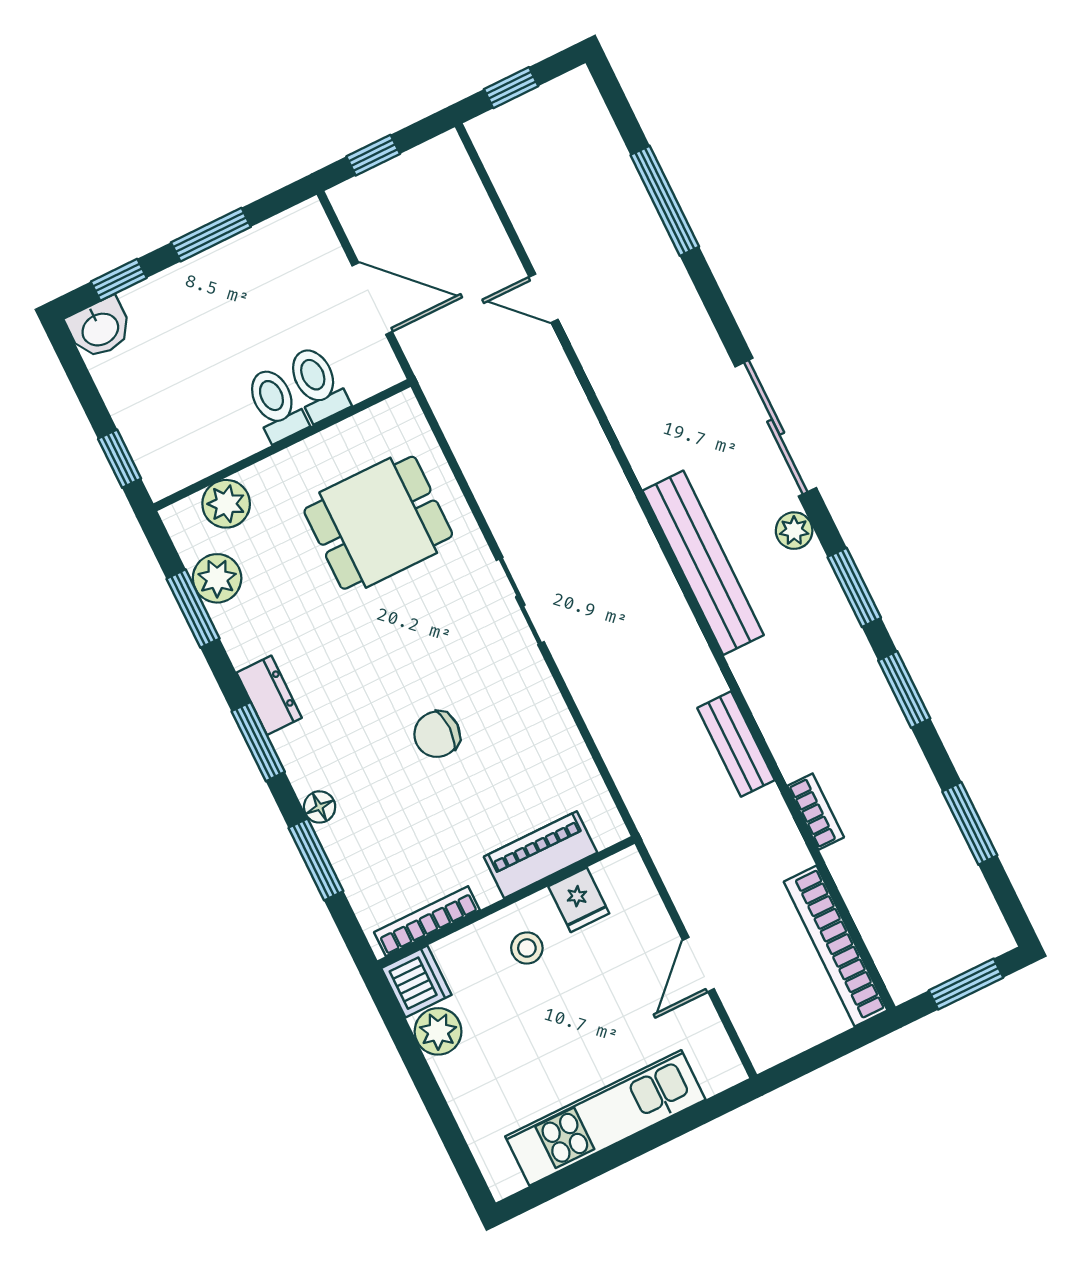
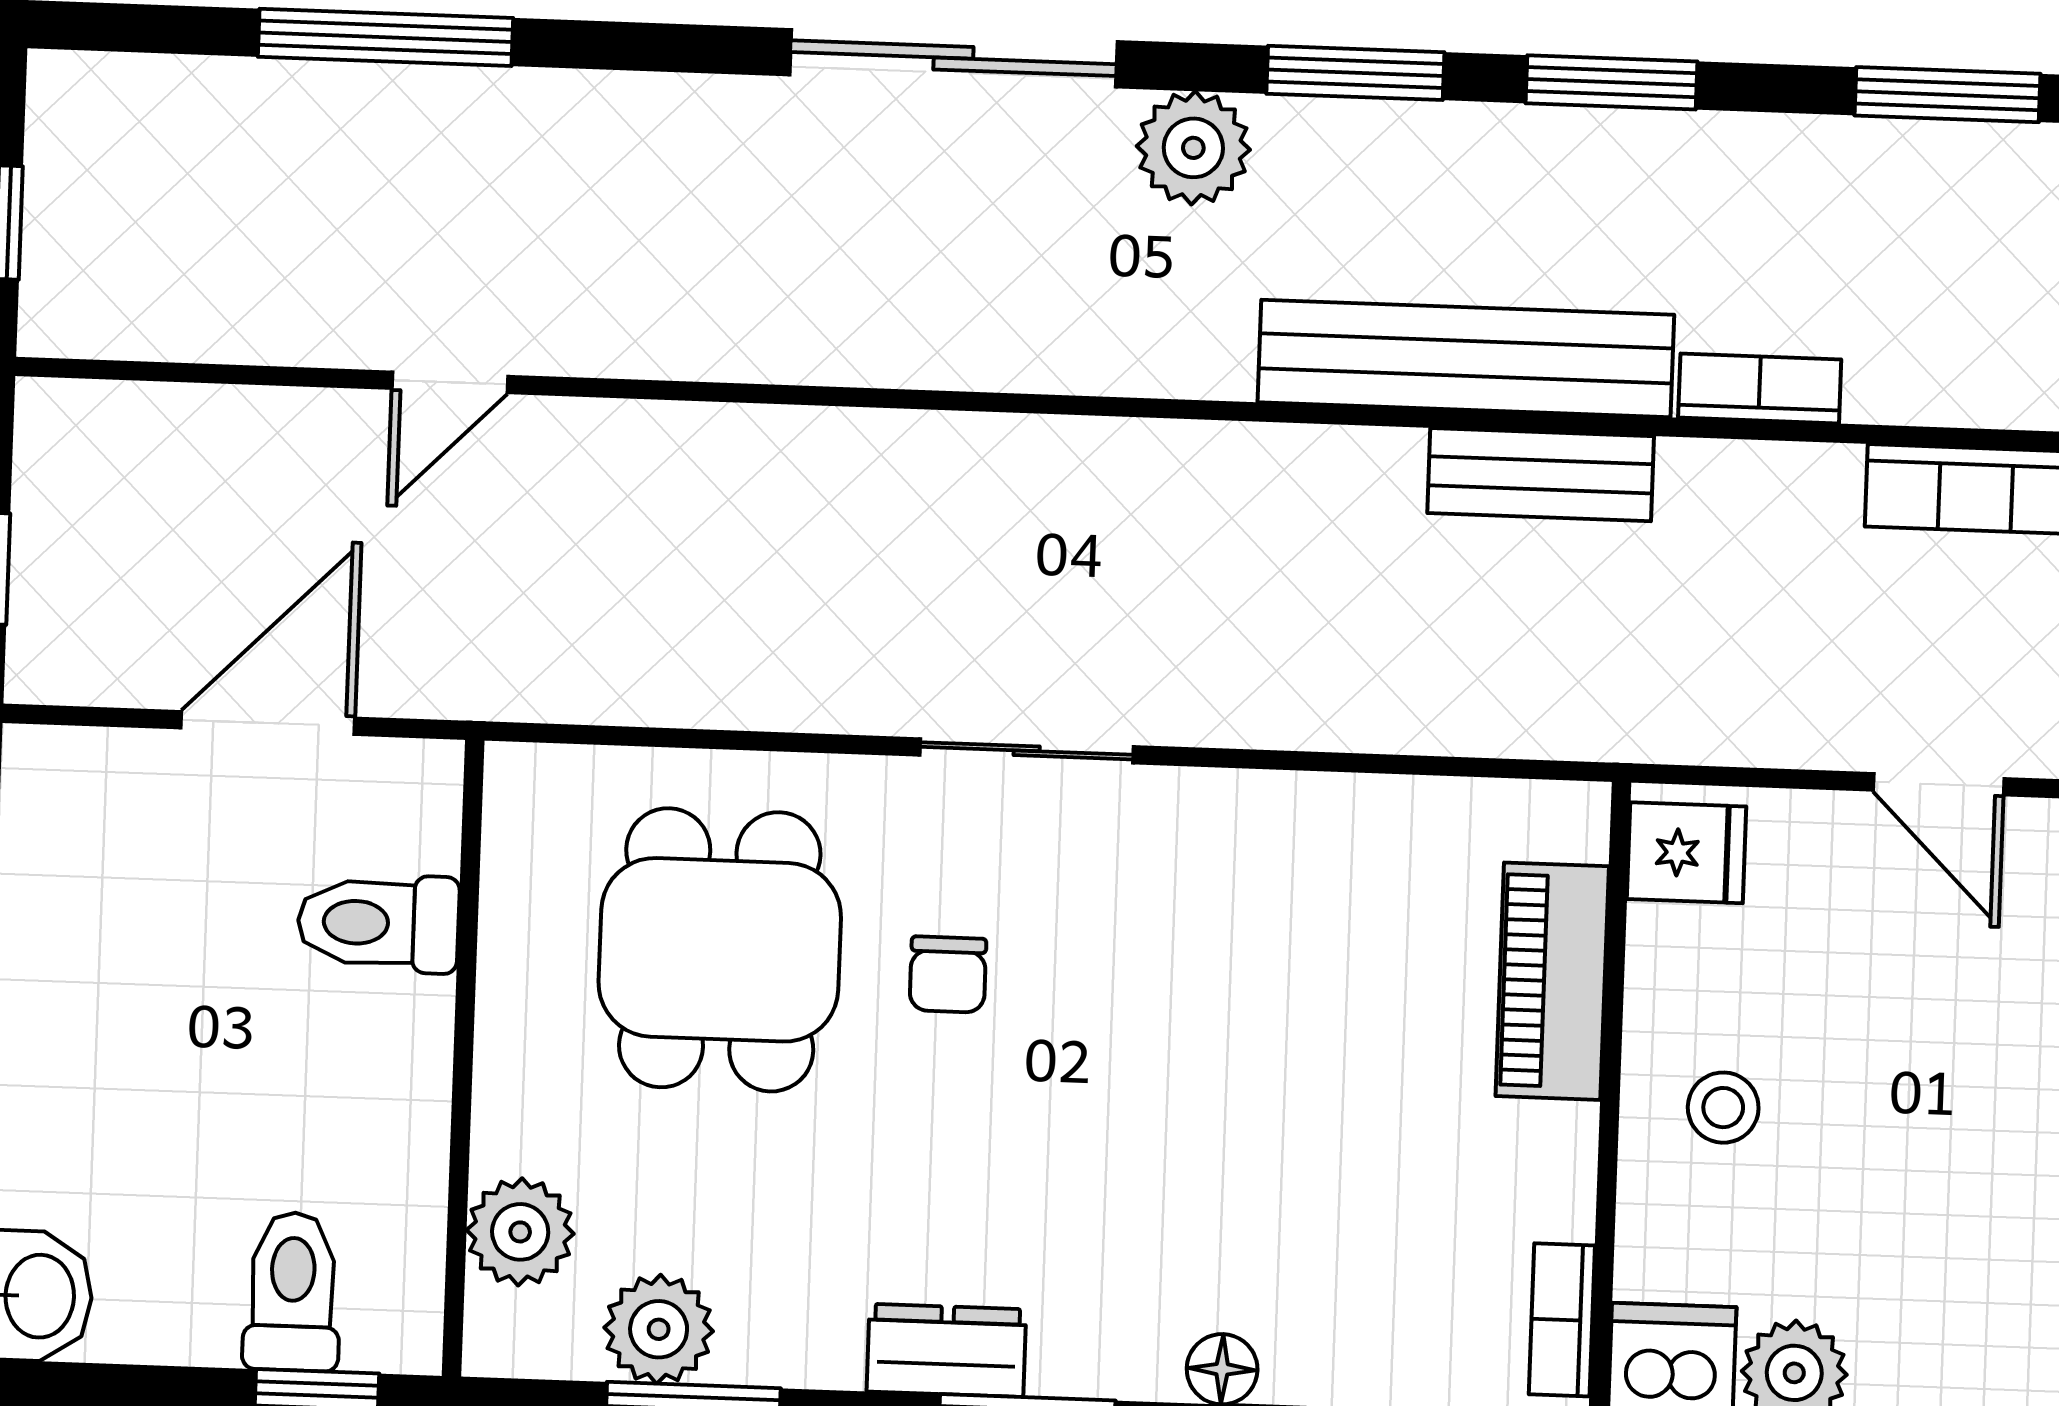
toilet: (276, 404) -> (292, 1291), moved, turned 90
plant: (794, 531) -> (1193, 148), width x1.38, depth x1.38
bench: (703, 563) -> (1466, 358), moved
chair: (437, 734) -> (948, 974), moved, width x0.73, depth x0.73
fridge: (579, 900) -> (1686, 853), moved
bookcase: (427, 921) -> (1562, 1320), width x0.64

